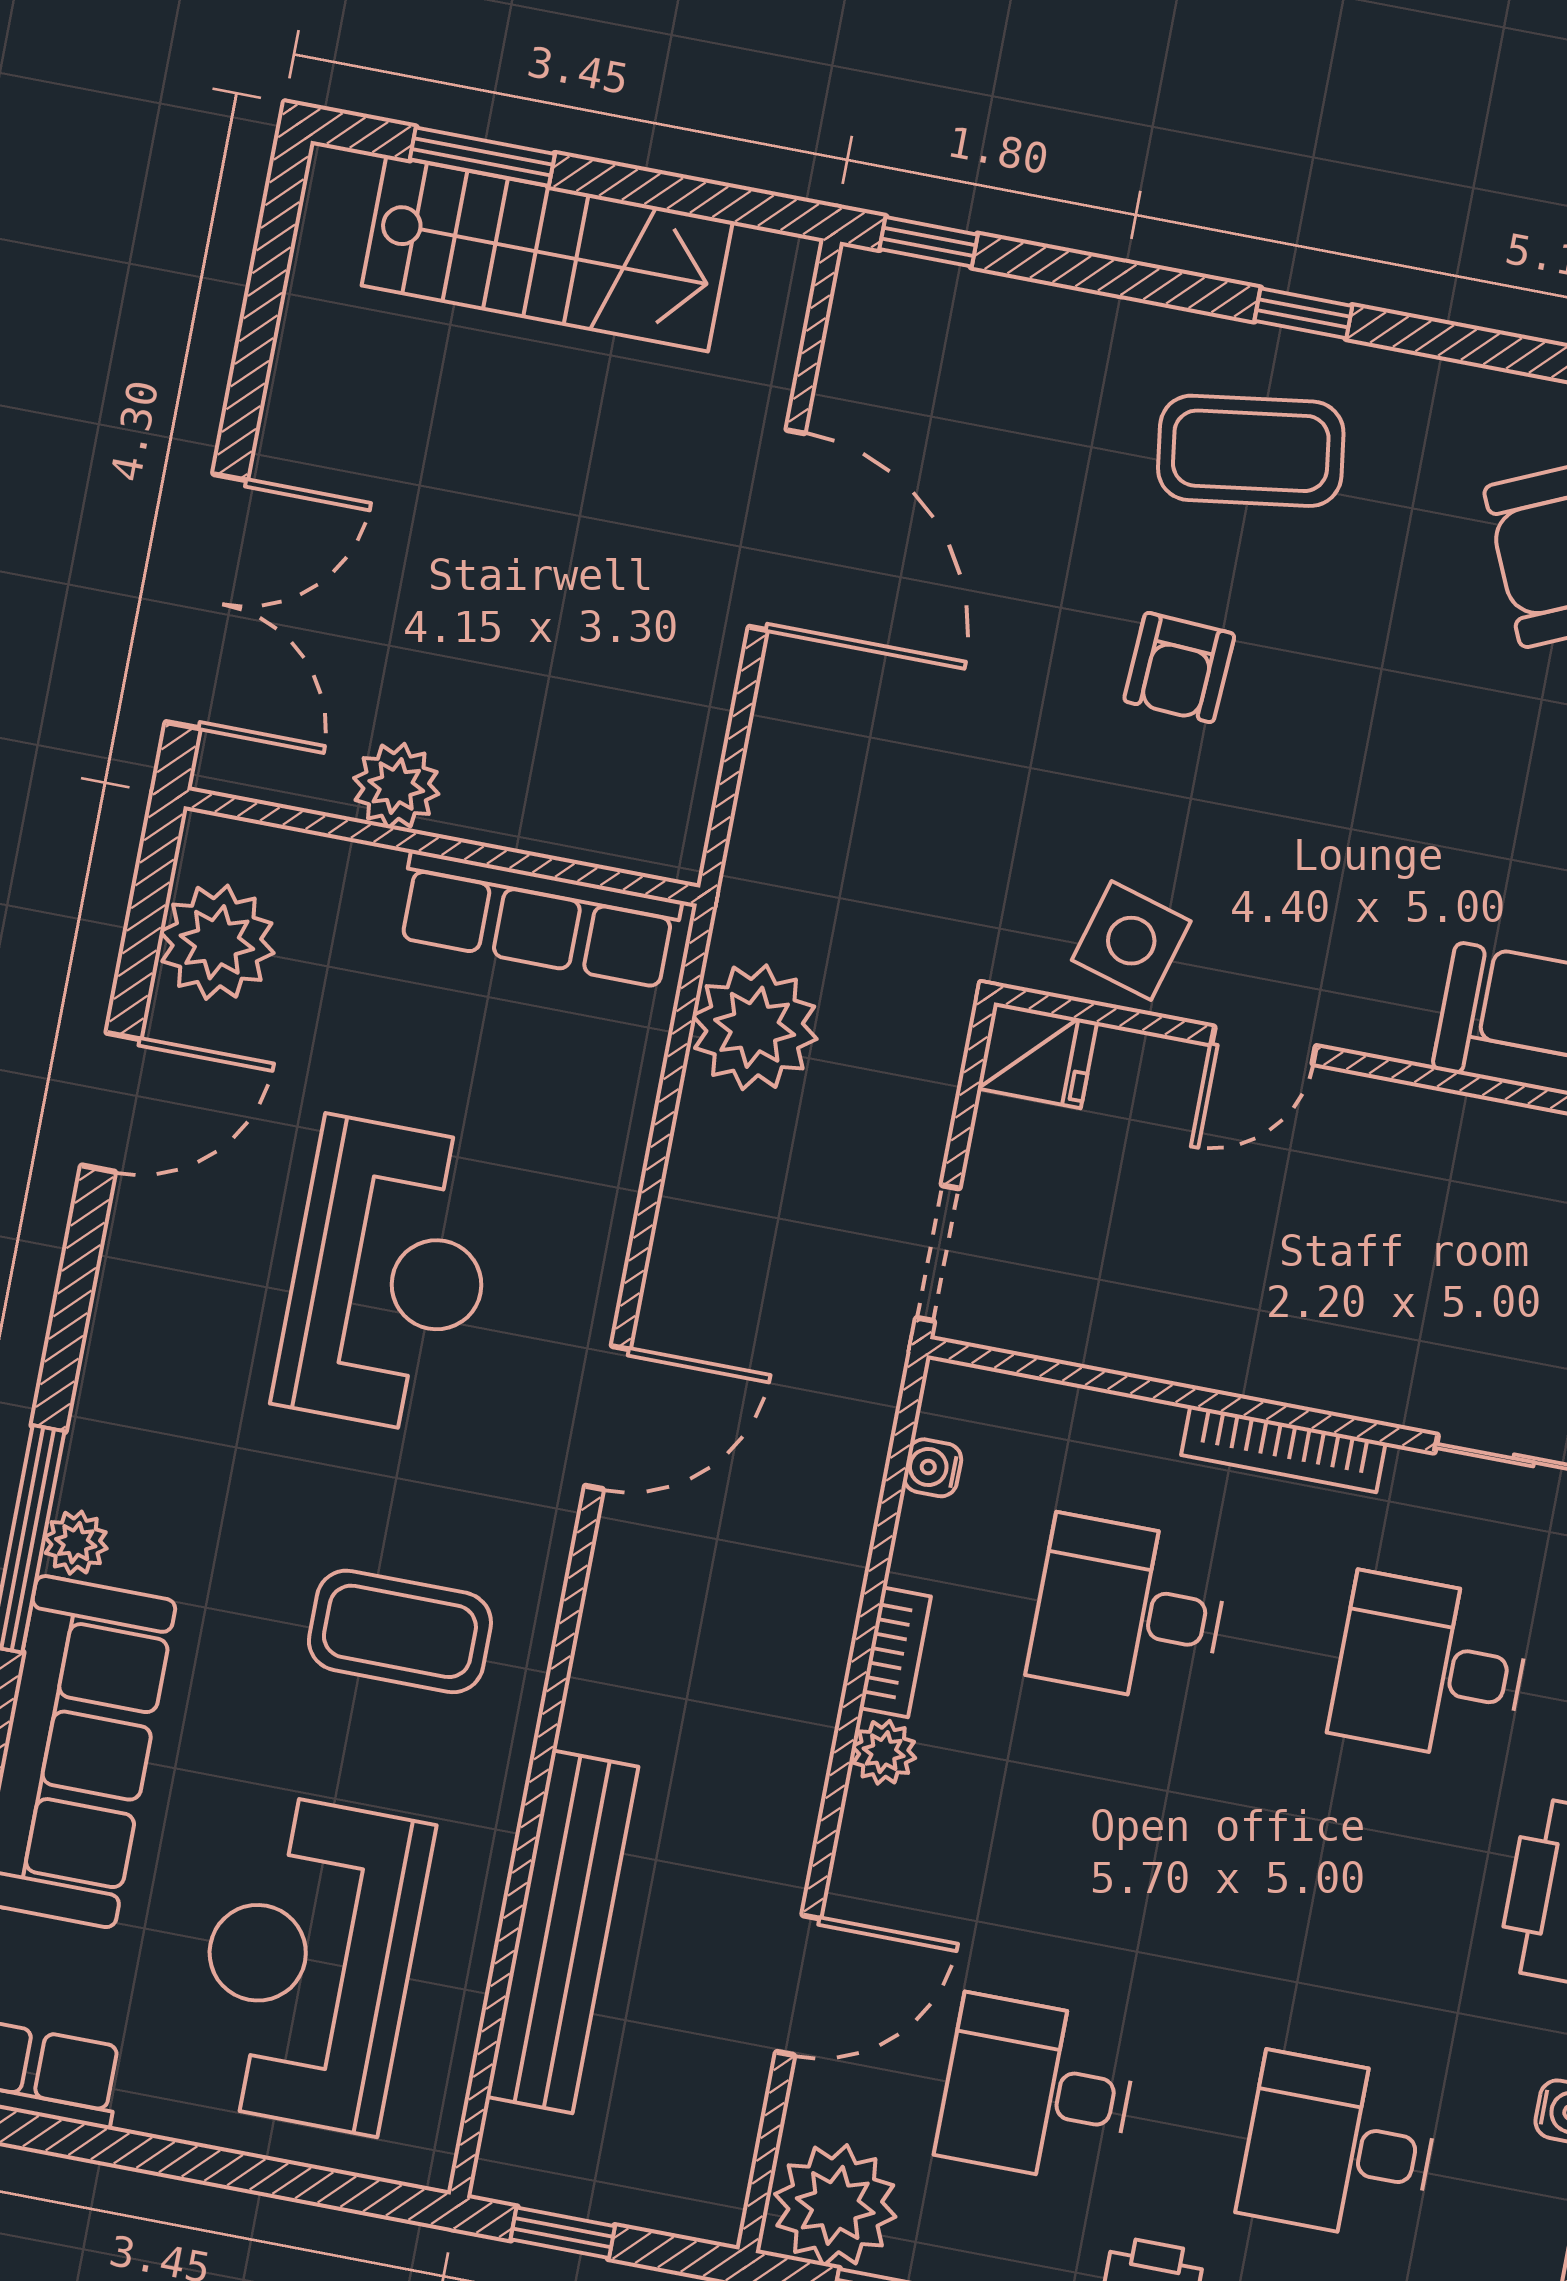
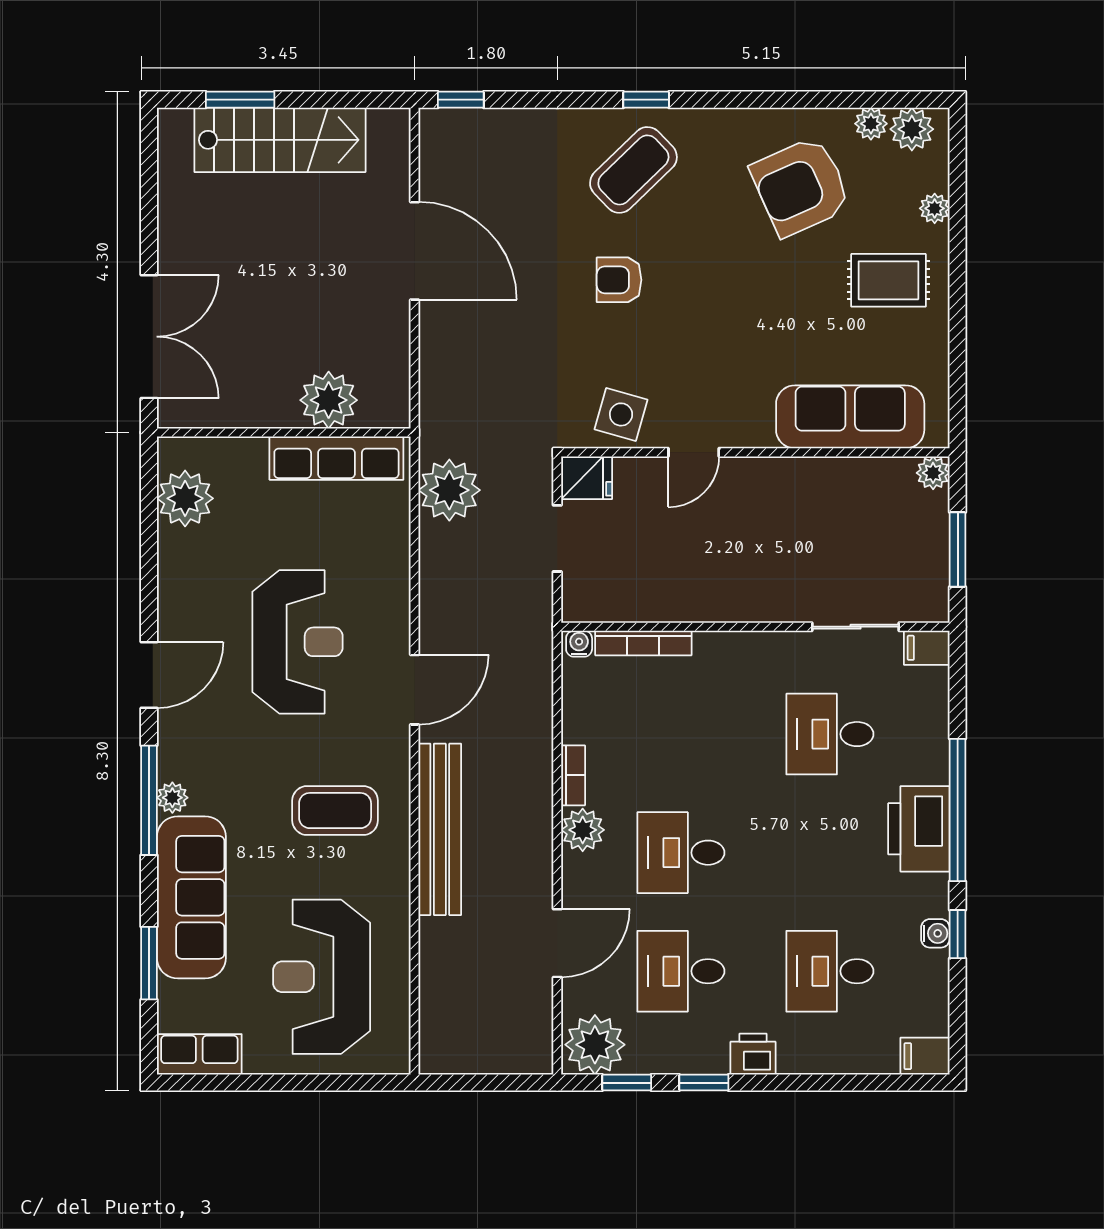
coffee table: (1251, 451) -> (633, 170), turned -36
armchair: (1179, 667) -> (619, 280), turned 87
plant: (396, 786) -> (329, 400), moved, width x1.36, depth x1.36
door: (111, 1102) -> (149, 675), moved
doorway: (938, 1253) -> (557, 538), moved
bookcase: (1283, 1449) -> (643, 643), moved
water cooler: (932, 1468) -> (579, 644), moved, turned 90
desk: (1129, 1610) -> (681, 853), moved
plant: (884, 1752) -> (583, 830), width x1.38, depth x1.38
bench: (562, 1932) -> (440, 829), moved
window: (563, 2233) -> (467, 1083), removed

